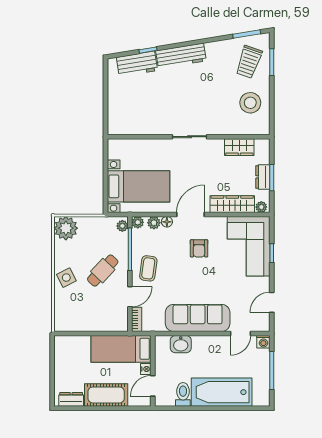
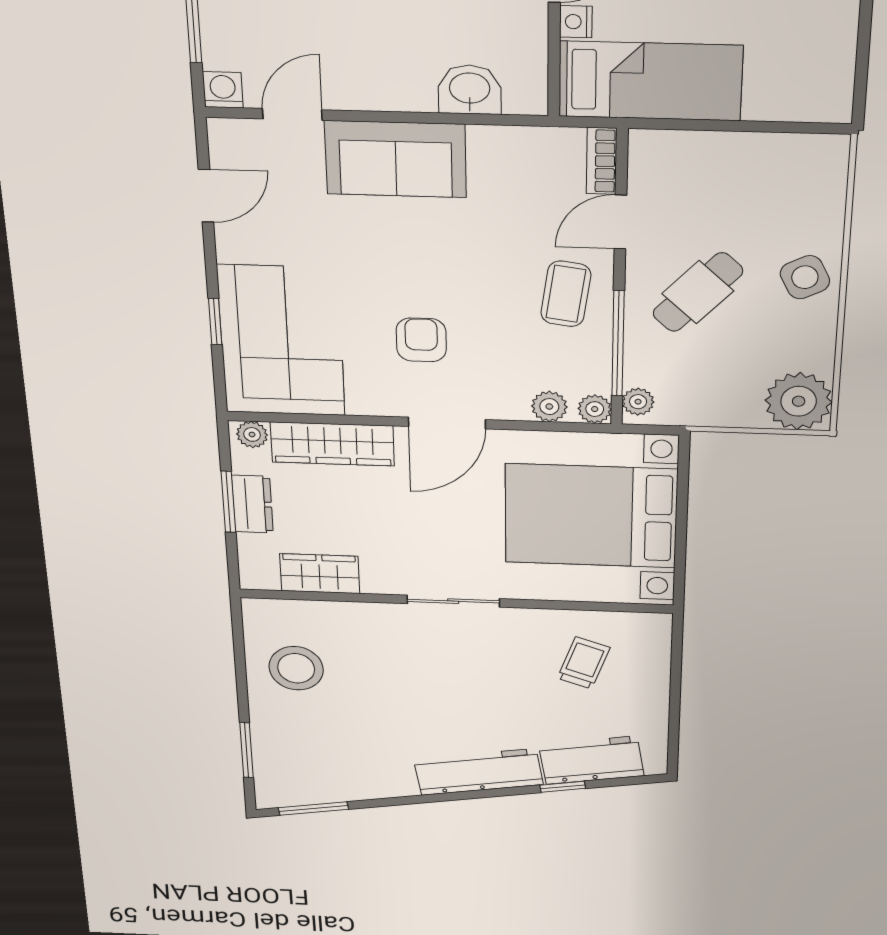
trolley: (249, 62) -> (584, 663), moved, width x0.73, depth x0.72
bed with nightstands: (138, 186) -> (591, 516), width x1.36
floor lamp: (167, 222) -> (513, 408), removed
sofa: (198, 318) -> (396, 159), width x0.73

